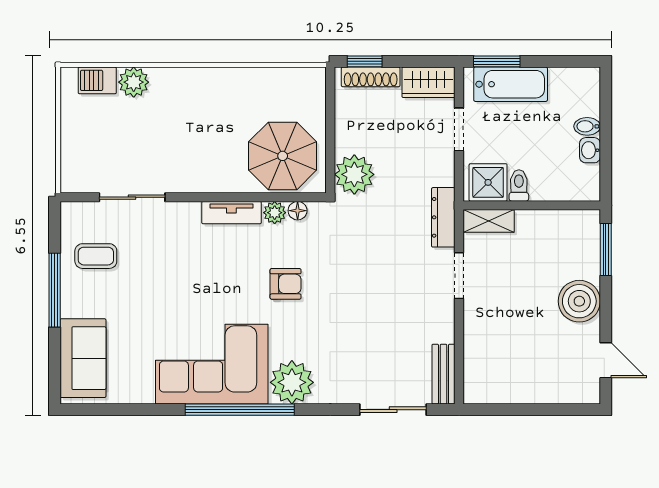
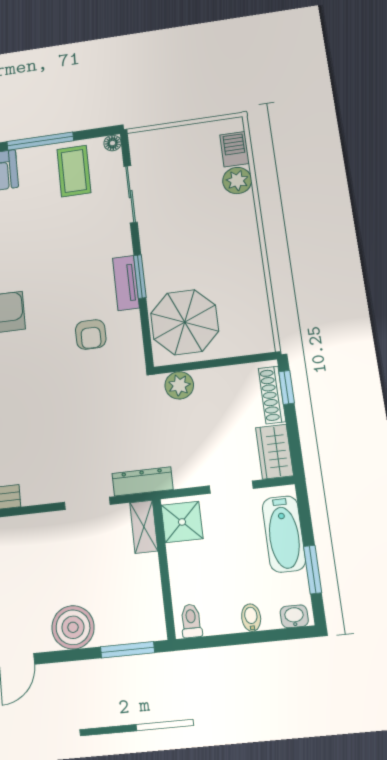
window: (497, 61) -> (313, 569), moved
washbasin: (590, 150) -> (294, 616), moved
plant: (354, 174) -> (179, 385), width x0.73, depth x0.73
toilet: (519, 186) -> (191, 621), moved, turned -90
window: (226, 197) -> (140, 277), added
floor lamp: (298, 211) -> (113, 143), moved
plant: (275, 213) -> (130, 322), removed
coffee table: (96, 256) -> (74, 171), width x1.36, depth x1.30
armchair: (286, 284) -> (91, 334), moved

